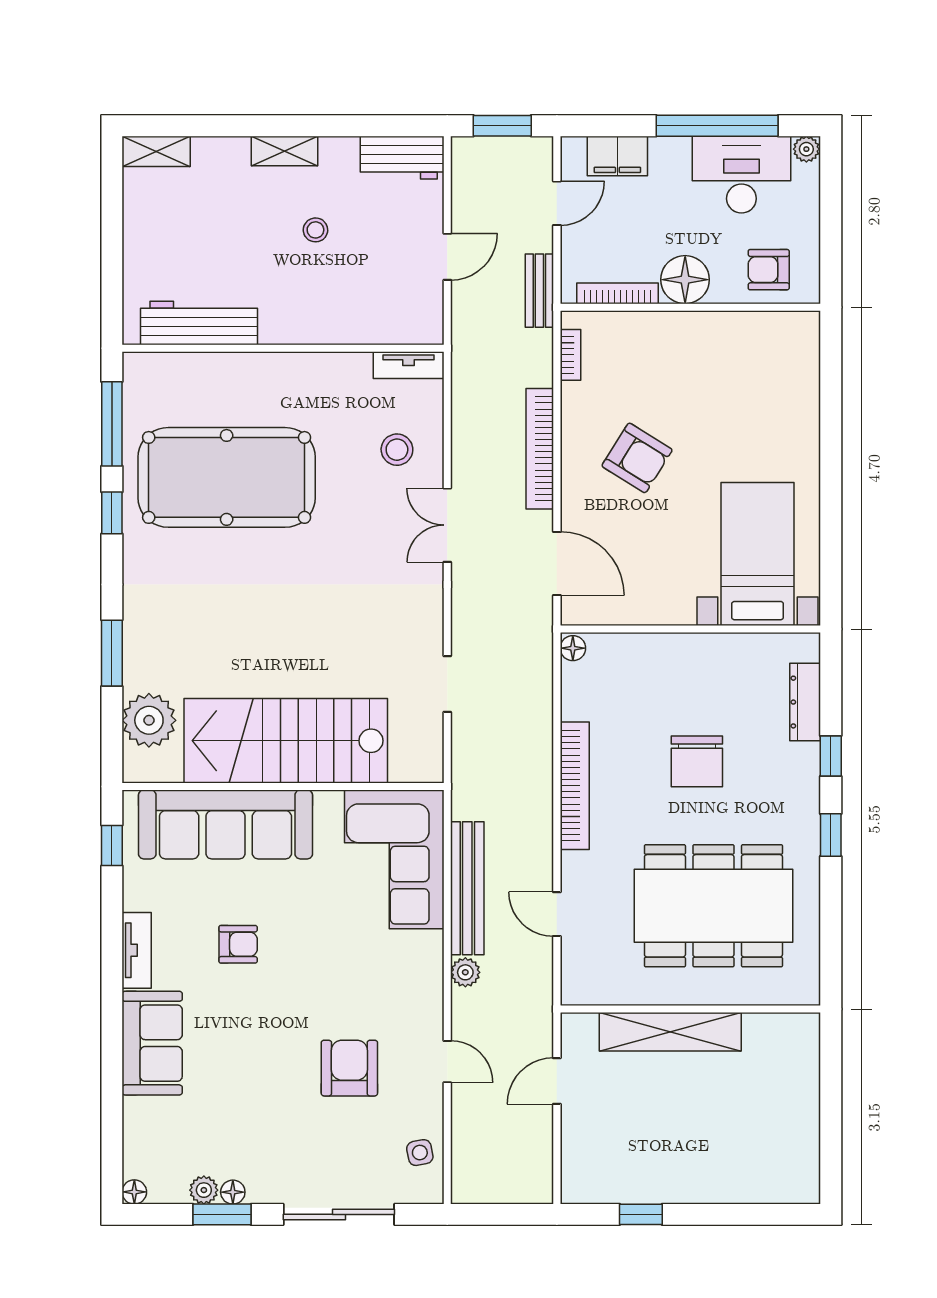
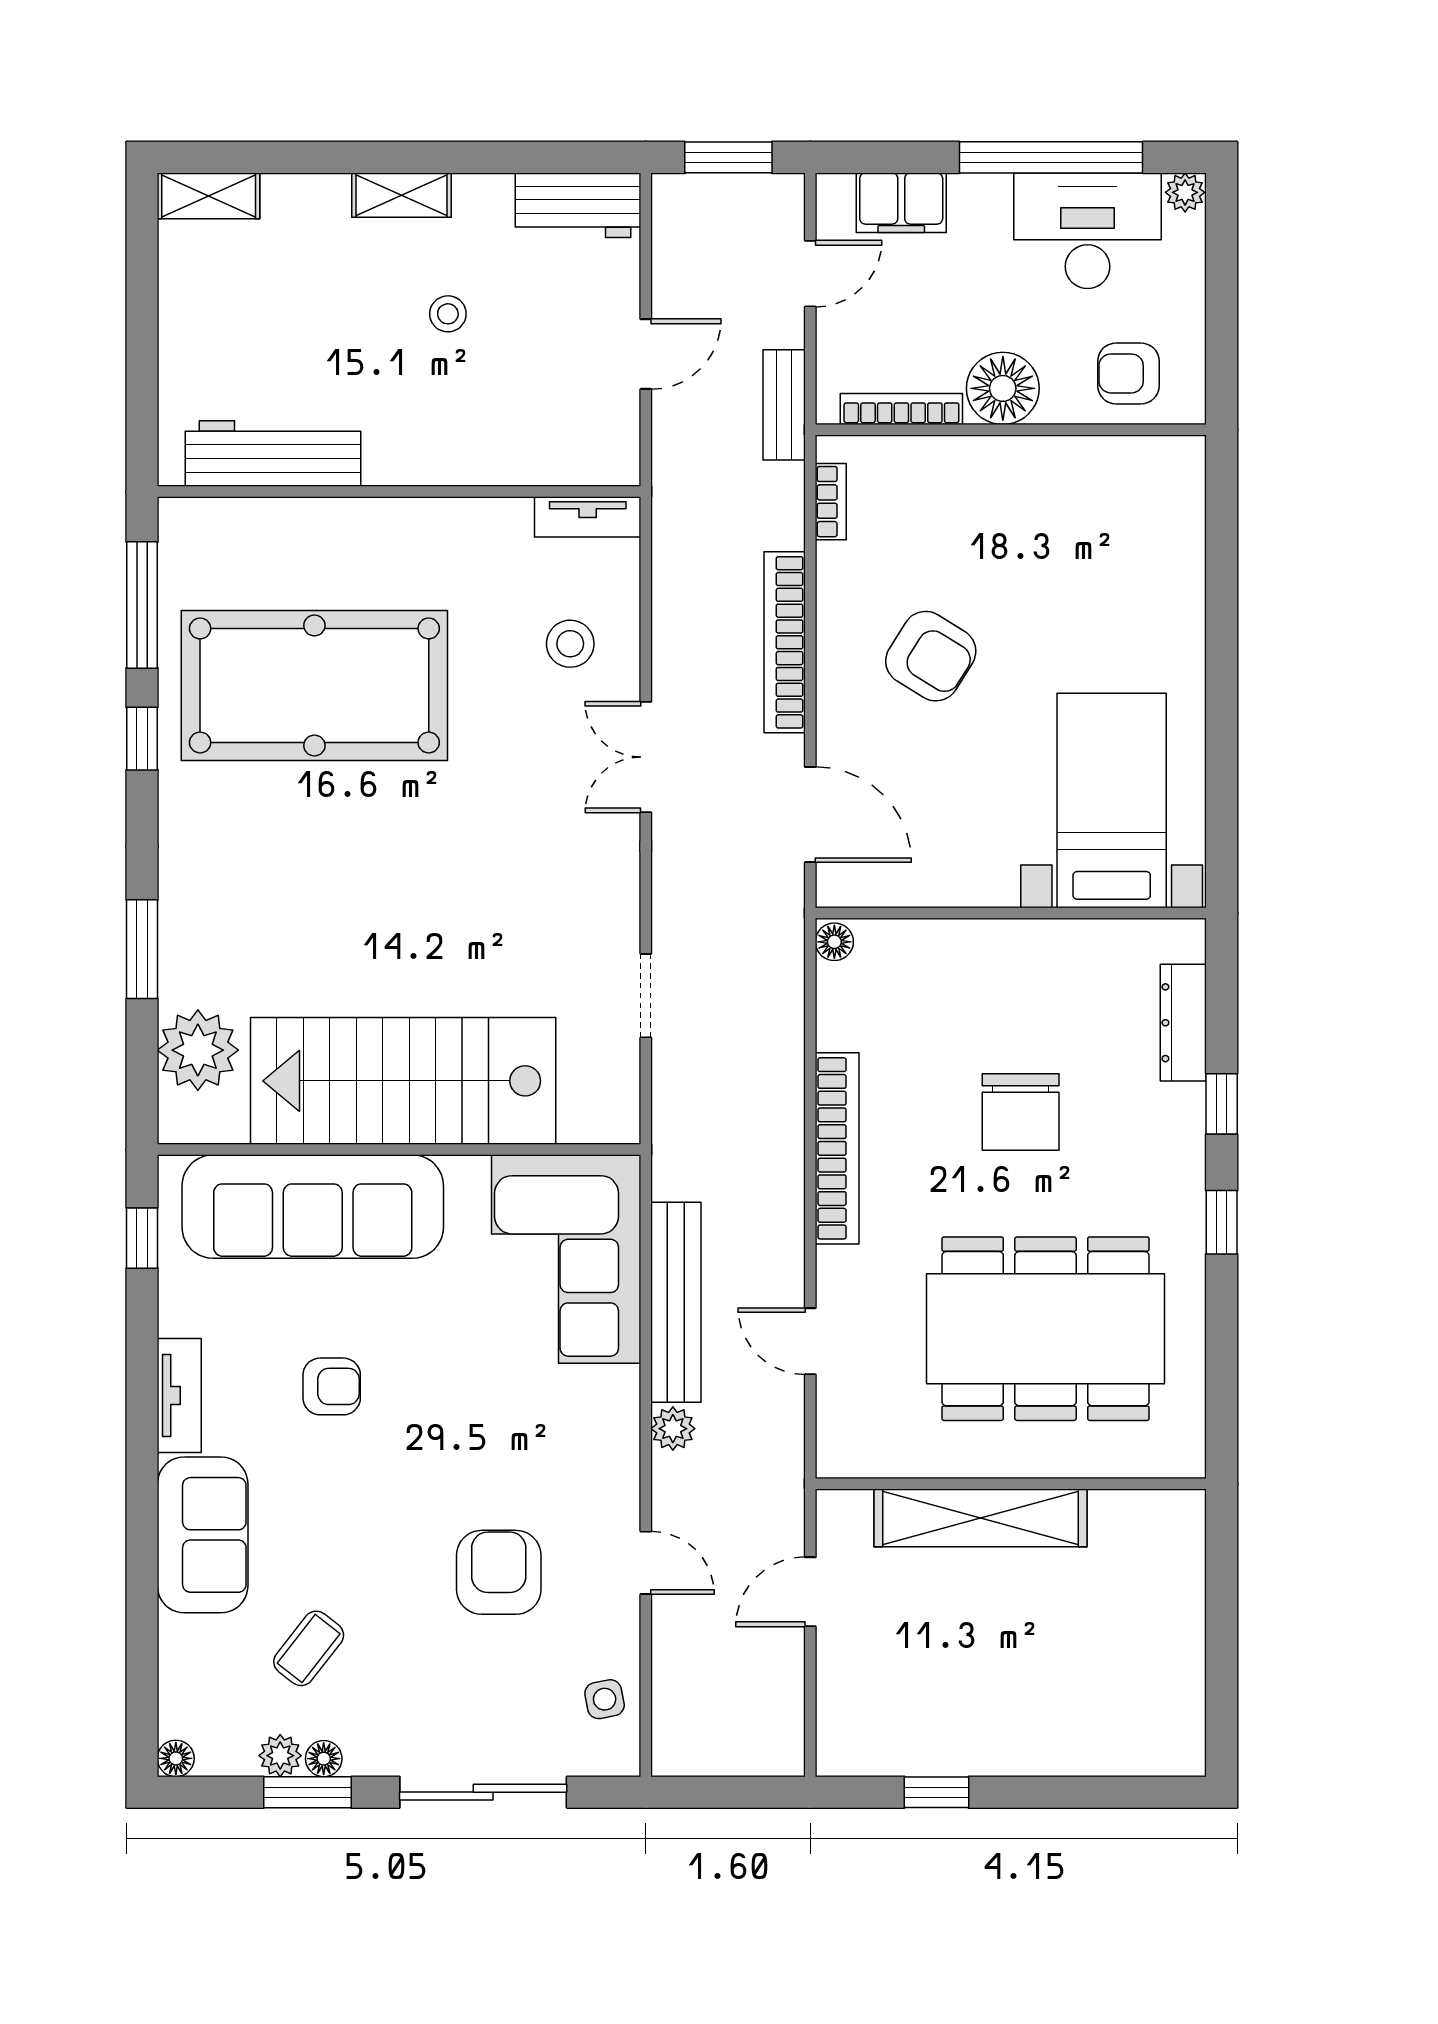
coffee table: (223, 1119) -> (309, 1648), added

